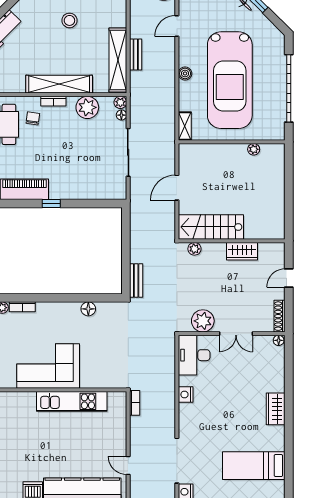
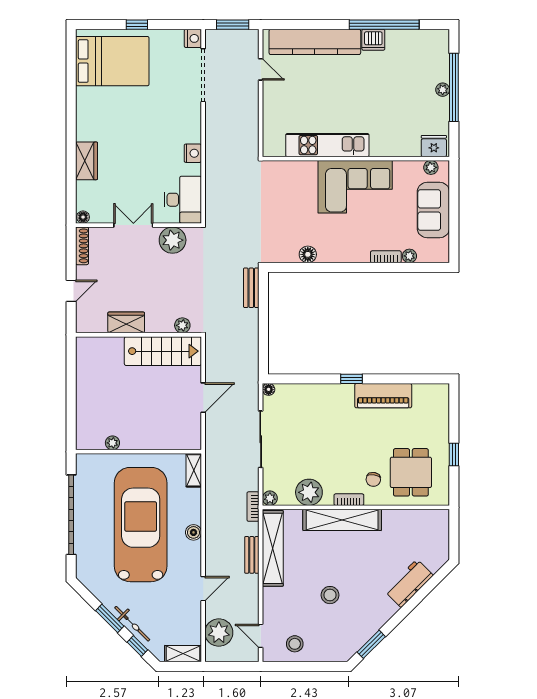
floor lamp: (121, 115) -> (269, 389), moved
bookcase: (135, 403) -> (253, 507), moved
wardrobe: (276, 409) -> (86, 161), moved
bed: (254, 466) -> (112, 61), width x1.50

